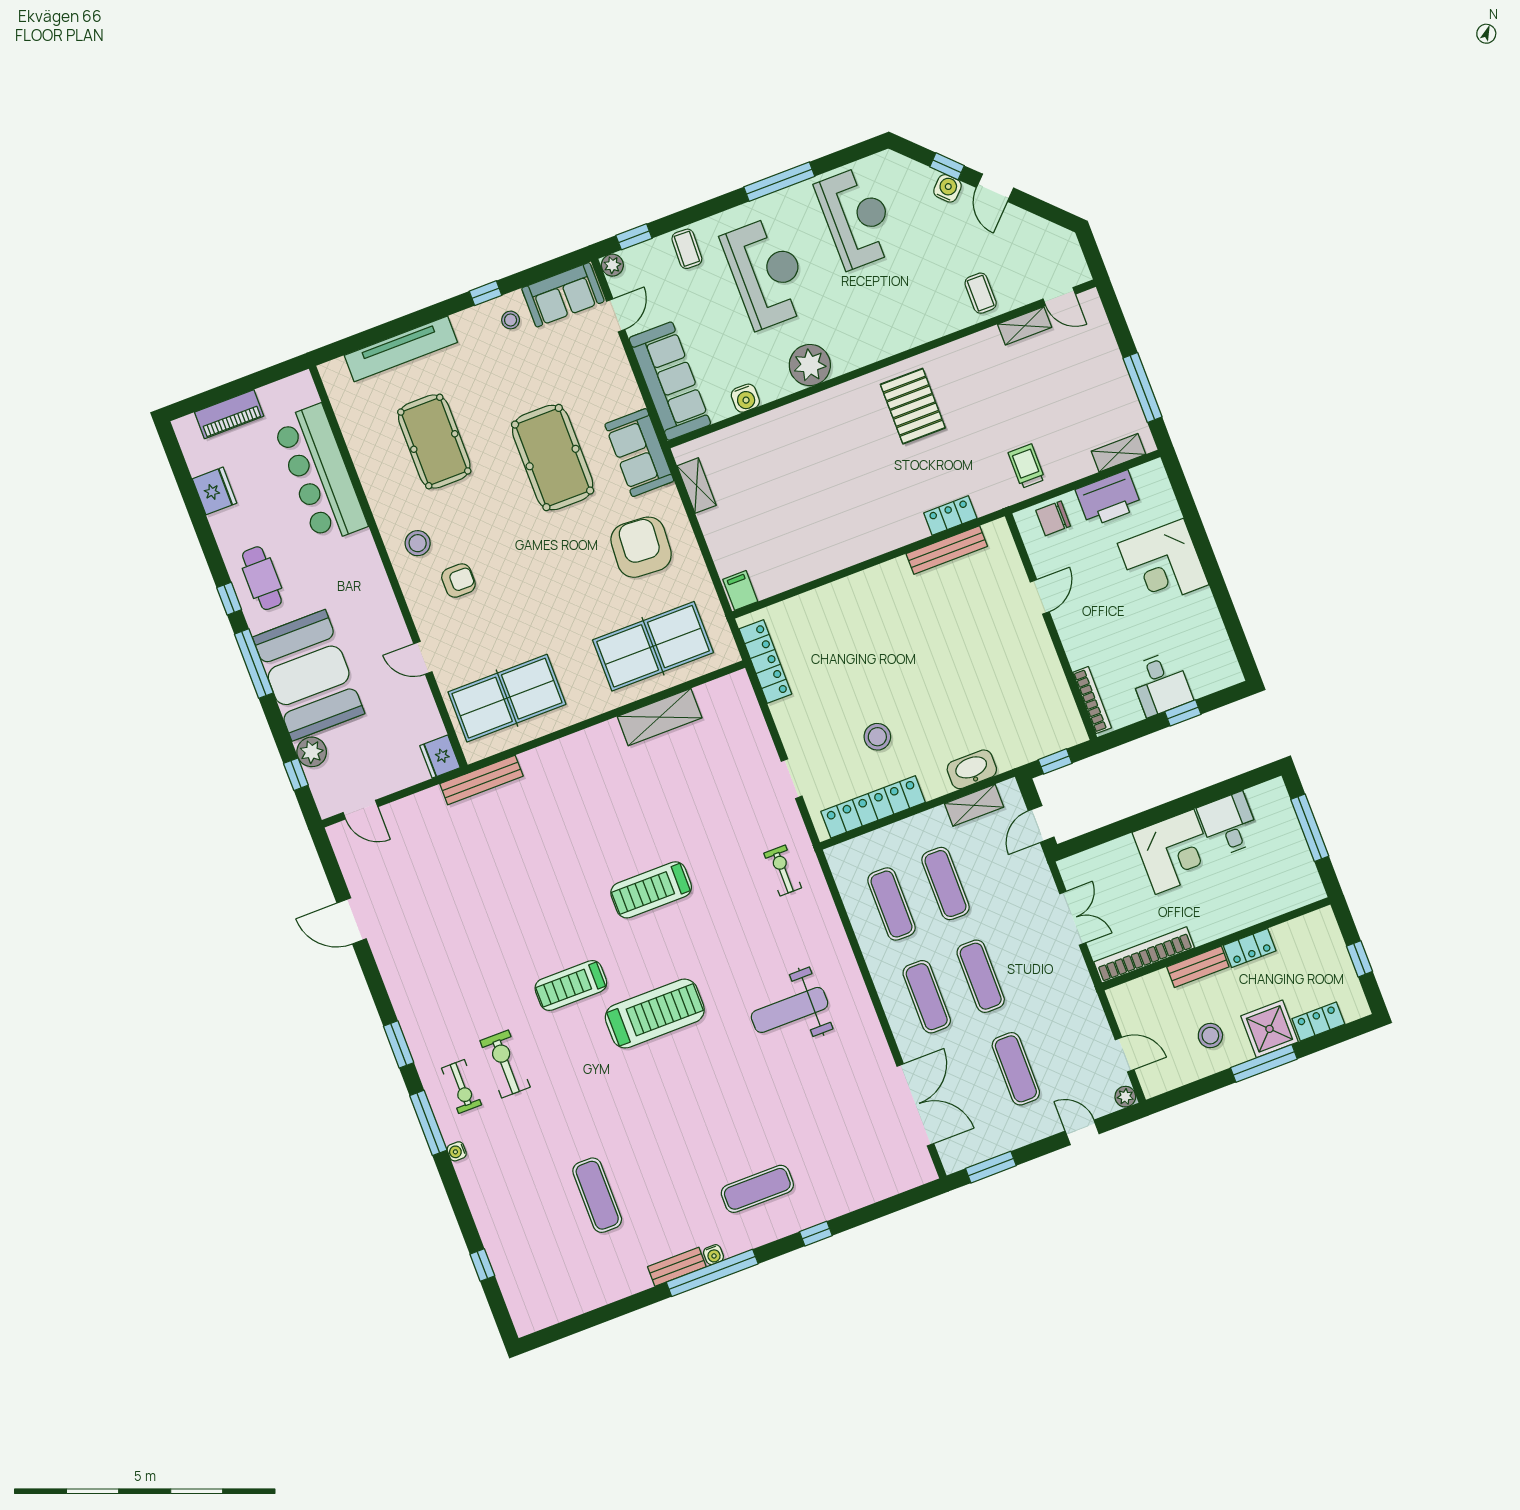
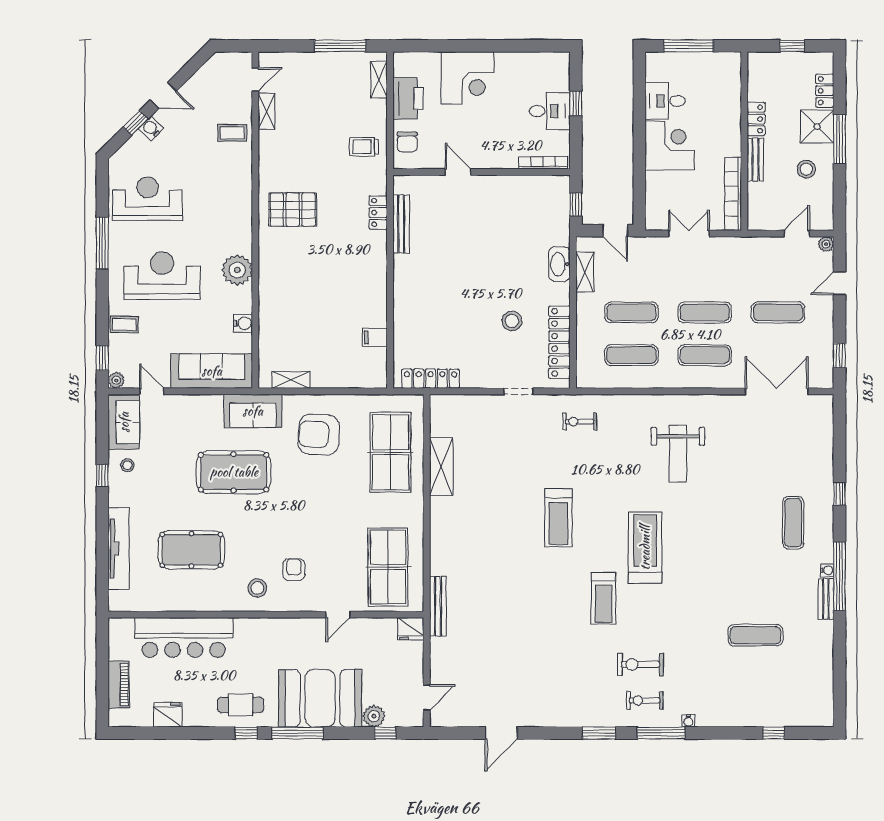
filing cabinet: (740, 590) -> (375, 337), moved
exercise bike: (462, 1086) -> (645, 700), turned 180
window: (991, 1167) -> (839, 356), width x0.67

